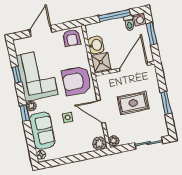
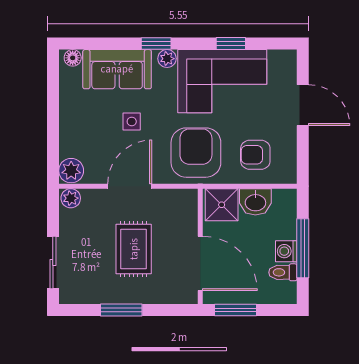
washing machine: (140, 19) -> (286, 251), moved
window: (152, 34) -> (236, 310), moved
armchair: (72, 38) -> (255, 155), moved

